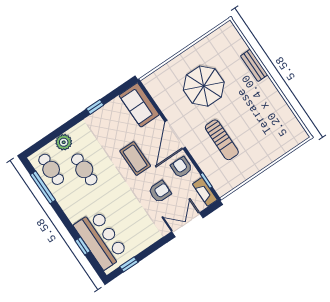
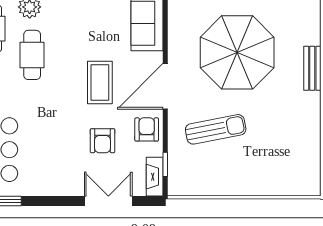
parasol: (204, 86) -> (237, 52), width x1.36, depth x1.36
sun lounger: (222, 140) -> (216, 129), turned -101
armchair: (160, 192) -> (103, 141), turned 90

